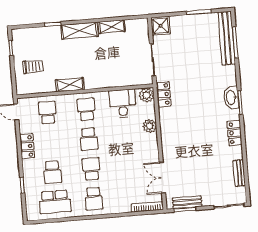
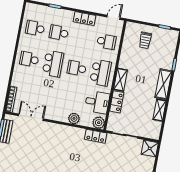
locker: (116, 80) -> (117, 102), added
shelving: (70, 85) -> (121, 80), moved
school desk: (86, 109) -> (100, 73), width x1.85
school desk: (91, 169) -> (53, 64), width x1.85
school desk: (55, 202) -> (35, 28), width x0.54

